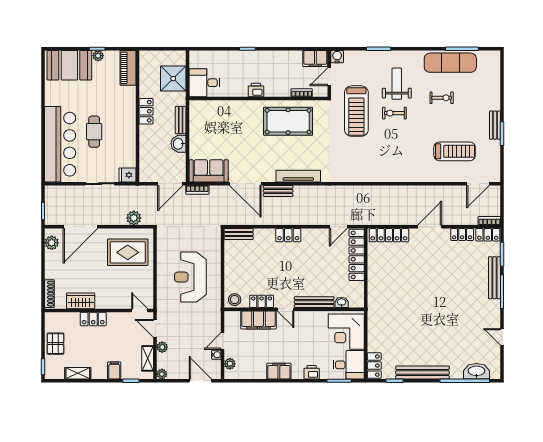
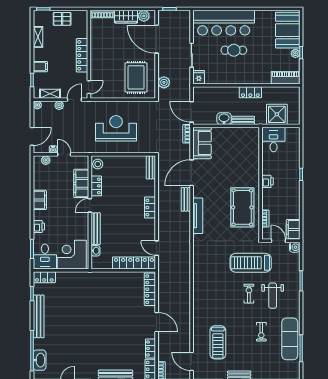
weight bench: (397, 84) -> (273, 296), turned 90
wardrobe: (81, 301) -> (126, 17), moved, turned 90
locker: (93, 319) -> (82, 55), width x1.53

